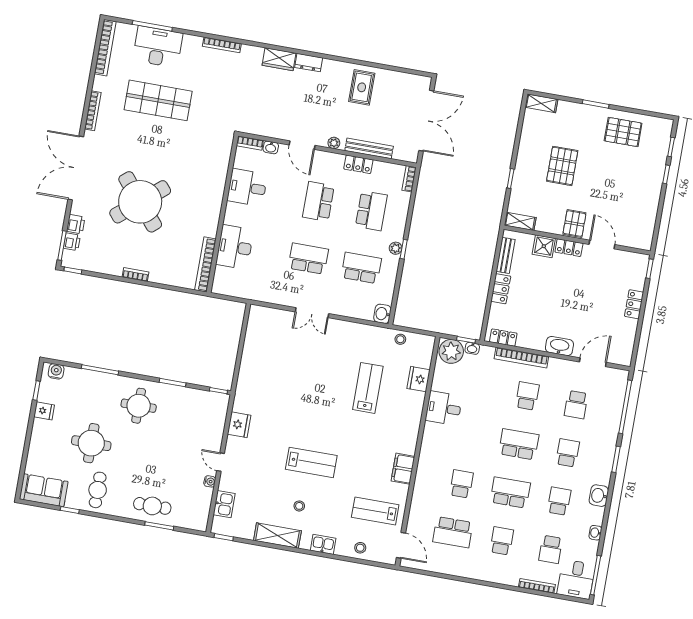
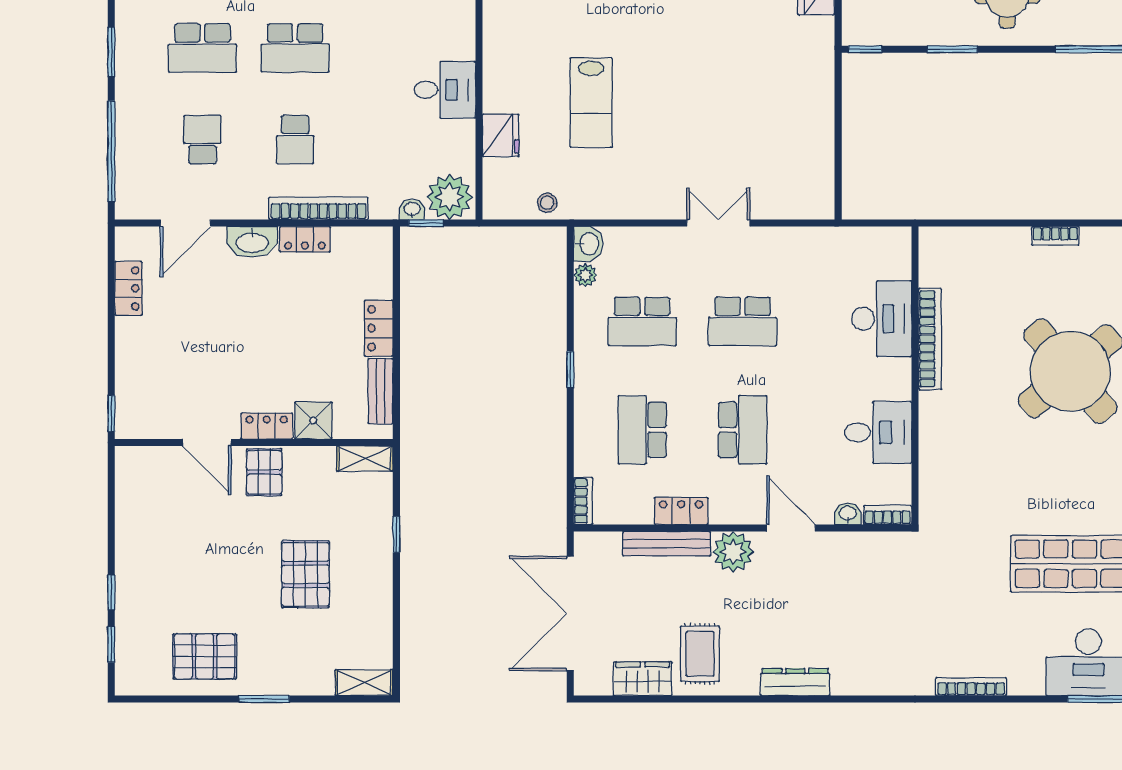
wardrobe: (279, 59) -> (643, 679), moved
dresser: (309, 63) -> (795, 682), width x1.44
plant: (334, 143) -> (733, 552), width x1.87, depth x1.87
plant: (396, 248) -> (585, 275), moved
bookcase: (205, 264) -> (930, 339), moved
locker: (634, 304) -> (128, 288), moved
locker: (503, 338) -> (305, 239), moved
school desk: (568, 453) -> (202, 48), width x1.85

